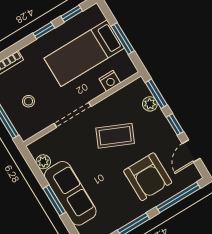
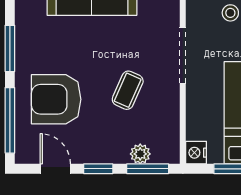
nightstand: (110, 81) -> (196, 153), moved
coffee table: (115, 136) -> (128, 90), width x0.73, depth x0.77

